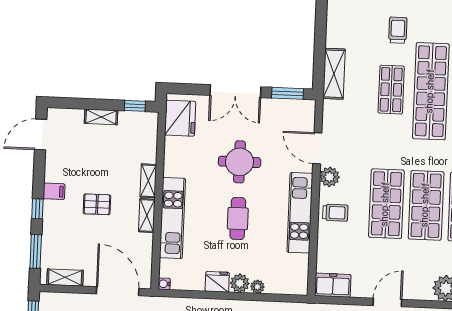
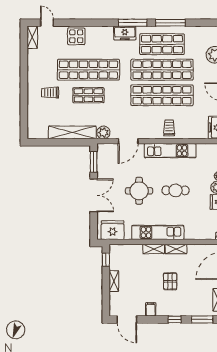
shelving: (334, 74) -> (72, 132), width x1.47
plant: (330, 177) -> (103, 132), moved
filing cabinet: (54, 191) -> (151, 309), moved
shop shelf: (386, 204) -> (162, 95), width x1.40
shop shelf: (426, 205) -> (162, 70), width x1.40
kitchen unit: (172, 218) -> (158, 232), moved

